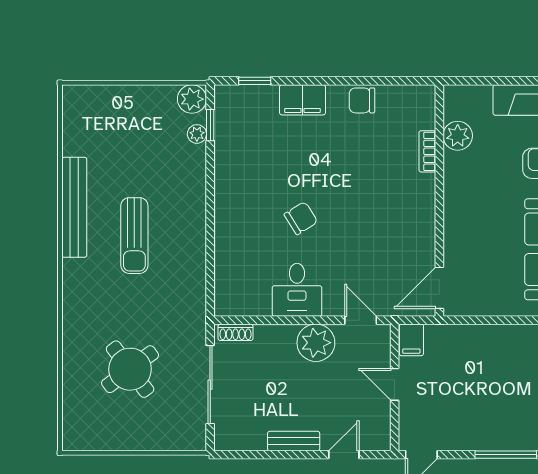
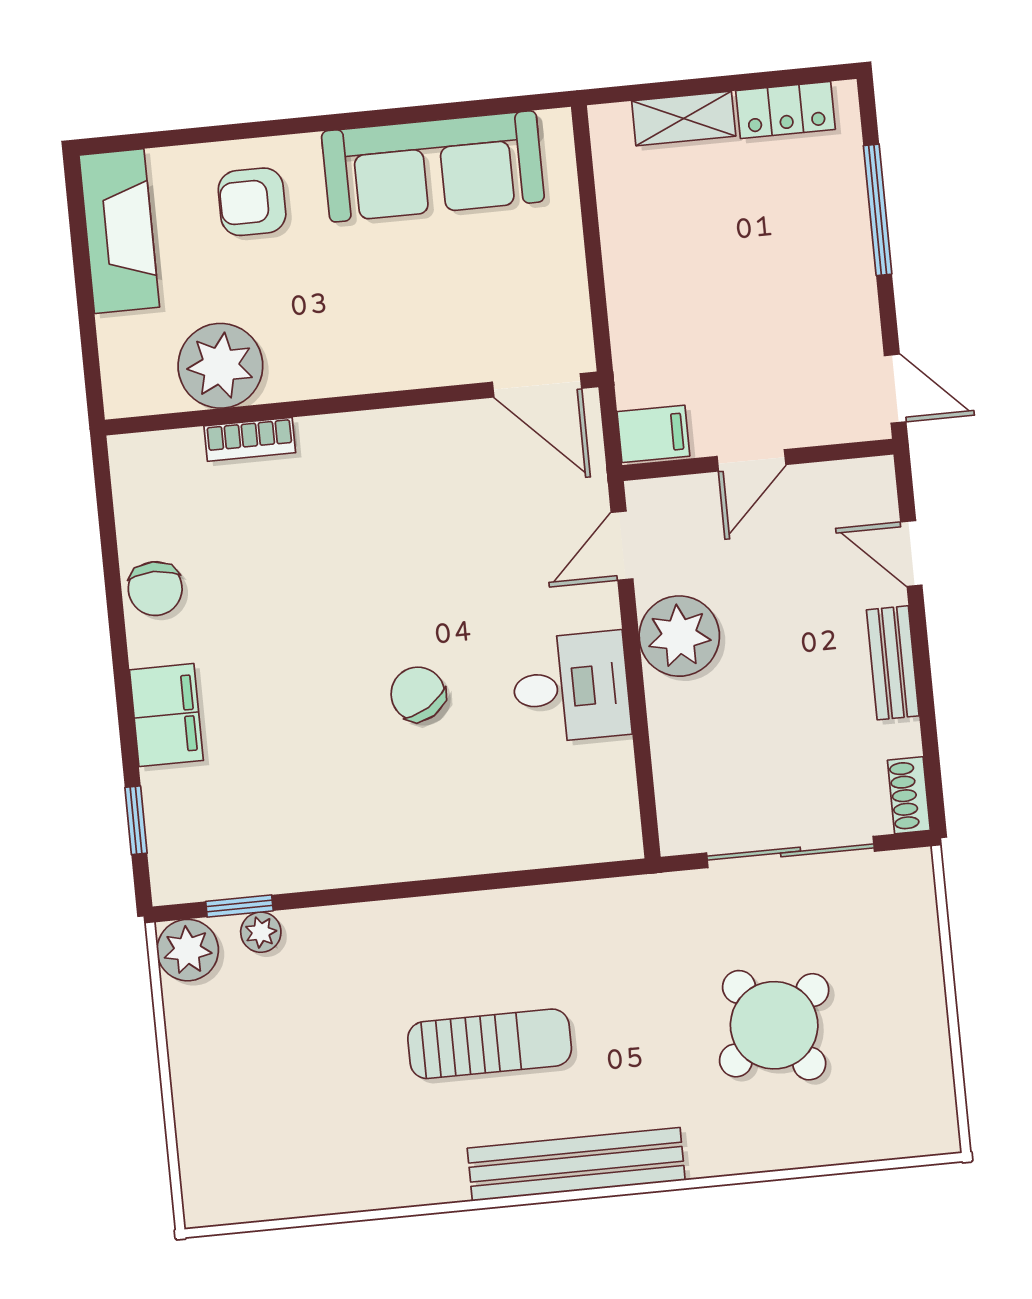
plant: (458, 136) -> (220, 366), width x1.36, depth x1.36
bench: (74, 207) -> (576, 1164), moved
shoe rack: (235, 332) -> (909, 795), moved, turned 180

